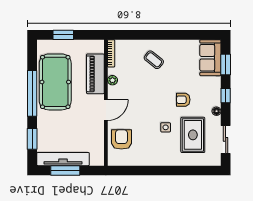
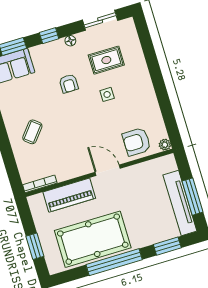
plant: (112, 80) -> (165, 145), moved
rug: (193, 135) -> (106, 60), width x0.73, depth x0.70

